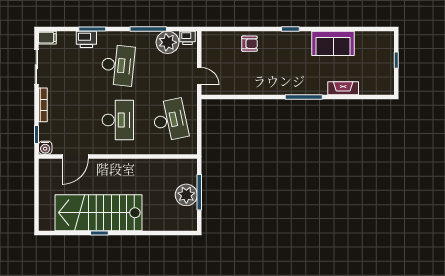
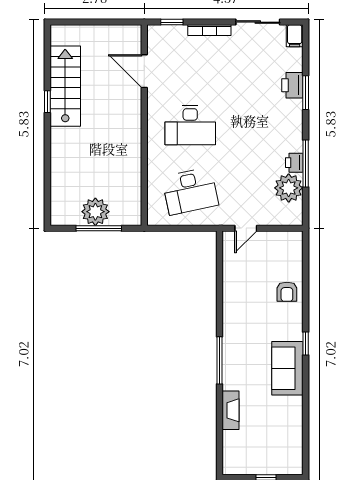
printer: (188, 38) -> (294, 163), moved
sofa: (333, 43) -> (287, 368), moved
desk: (118, 65) -> (260, 125), removed
water cooler: (45, 148) -> (155, 33), removed
stairs: (99, 213) -> (65, 86), width x0.73, depth x0.66

